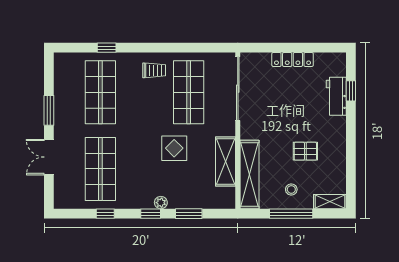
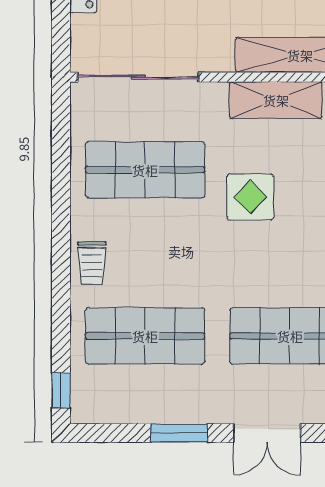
window: (107, 48) -> (61, 390), moved
trolley: (154, 70) -> (92, 263), moved, turned 180

